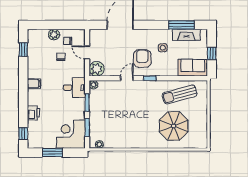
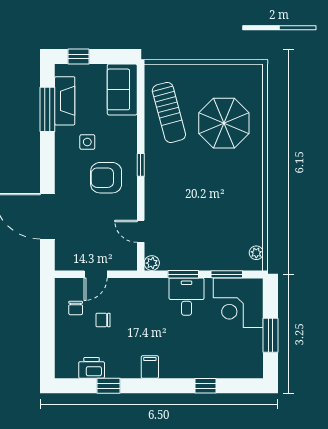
plant: (54, 35) -> (64, 332), removed
window: (23, 50) -> (109, 386), moved
window: (212, 54) -> (78, 57), moved
plant: (97, 69) -> (124, 258), removed
door: (127, 78) -> (141, 231), moved
desk: (74, 88) -> (187, 297), moved
printer: (34, 113) -> (92, 368), moved
window: (23, 134) -> (205, 386), moved

